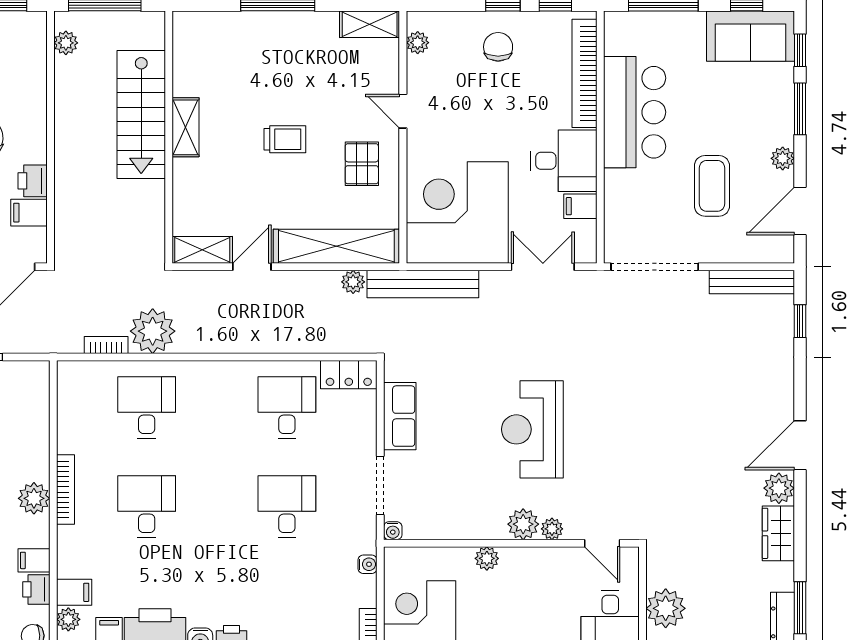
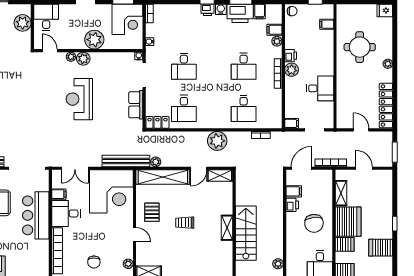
bar counter: (635, 112) -> (36, 215), moved
plant: (153, 331) -> (217, 141), moved
reception desk: (532, 429) -> (79, 99), turned 180
plant: (487, 558) -> (94, 40), width x1.88, depth x1.88
filing cabinet: (34, 560) -> (292, 123), moved
printer: (36, 589) -> (291, 56), moved
plant: (68, 619) -> (277, 41), moved

